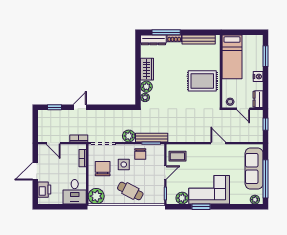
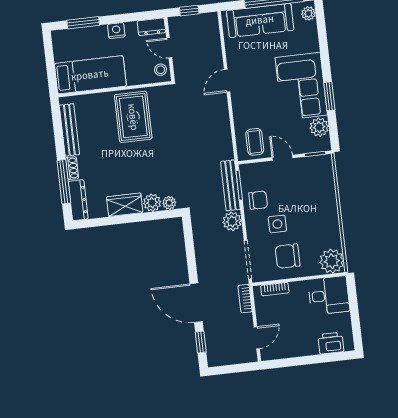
door: (80, 107) -> (196, 303), width x1.88
door: (243, 109) -> (169, 48), swing flipped
door: (35, 171) -> (304, 361), removed
cafe table: (130, 191) -> (317, 209), removed

